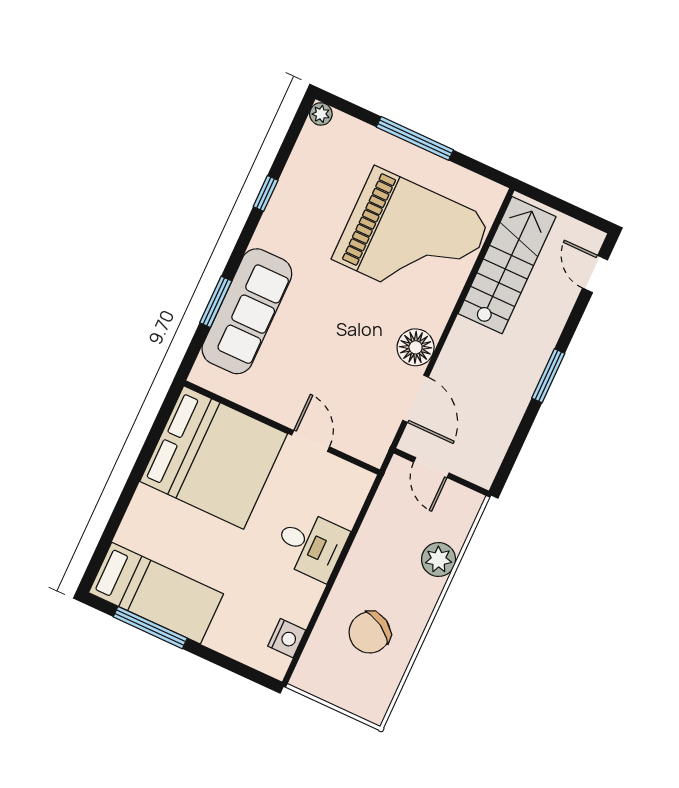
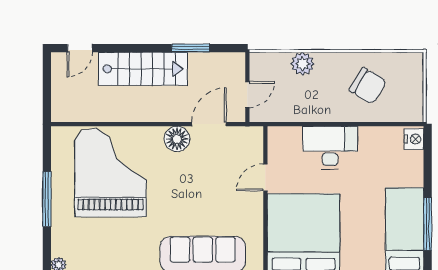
stairs: (507, 265) -> (143, 69), moved, turned 180
window: (548, 376) -> (191, 48), moved
desk: (311, 545) -> (330, 148), width x1.37
nightstand: (287, 638) -> (414, 139), moved, turned 90

